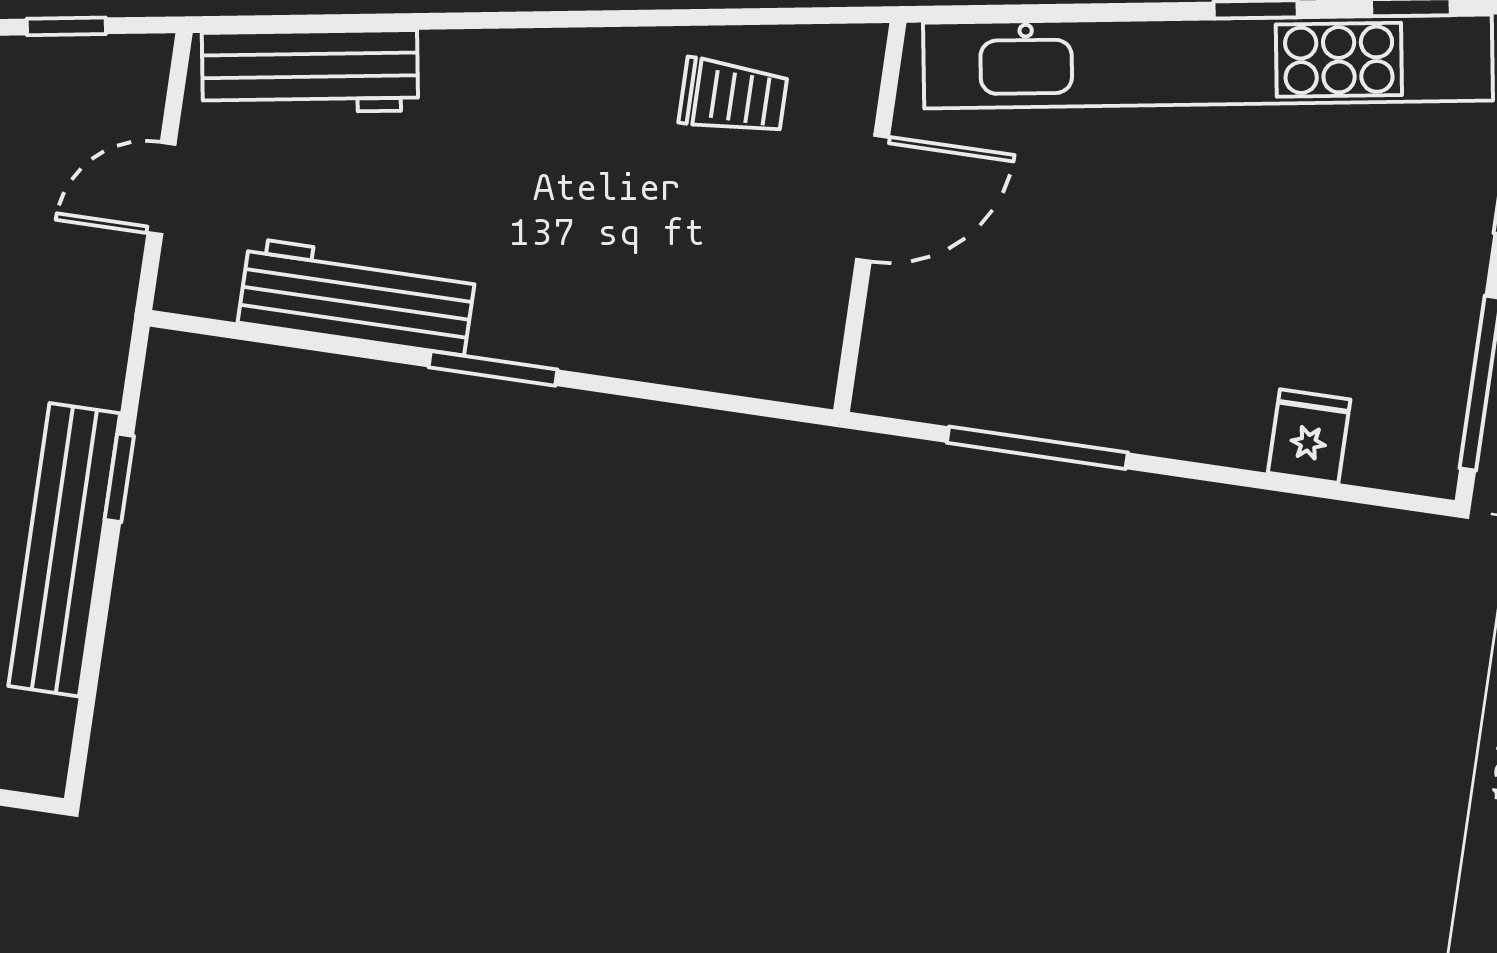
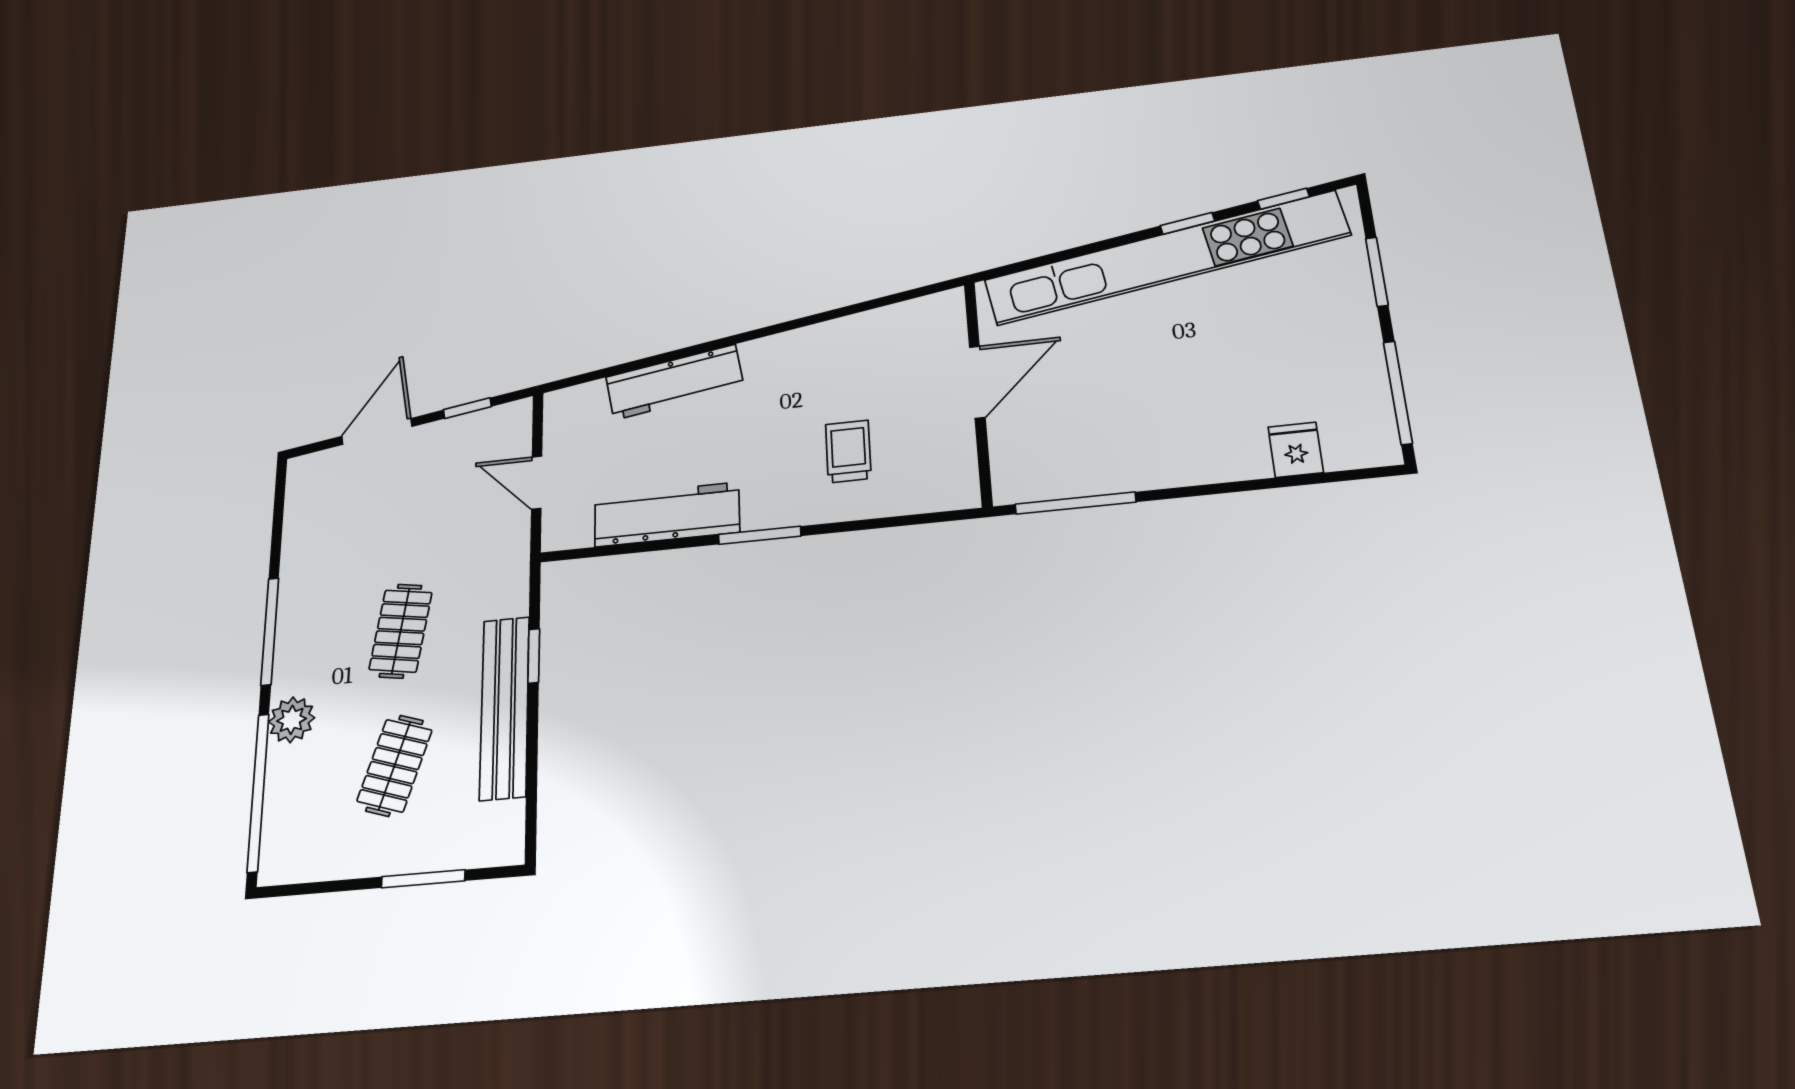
workbench: (310, 72) -> (675, 382), moved
trolley: (733, 97) -> (848, 451), moved, turned -90
door: (161, 189) -> (537, 483), hinge flipped
window: (1037, 448) -> (1075, 503), moved

